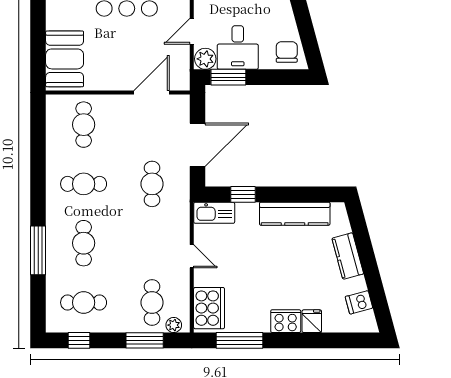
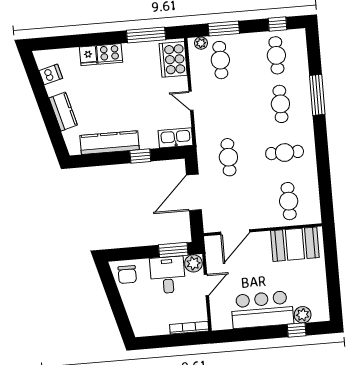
booth: (65, 59) -> (295, 244), moved, turned 90
window: (243, 194) -> (140, 156), moved
cafe table: (84, 303) -> (276, 55), turned 90

